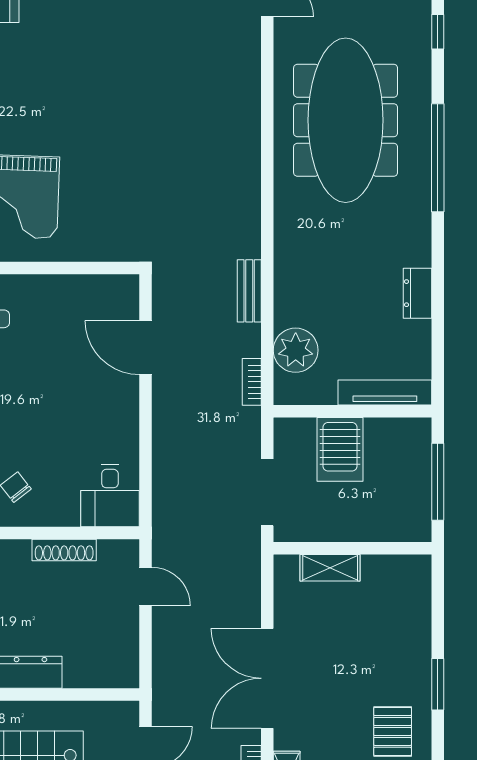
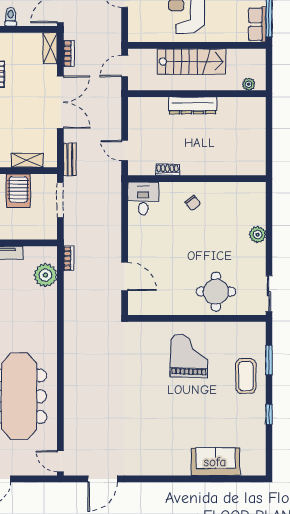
bench: (249, 291) -> (70, 159), moved
server rack: (340, 449) -> (18, 191), moved, turned 180
shoe rack: (64, 550) -> (167, 170), width x0.70

